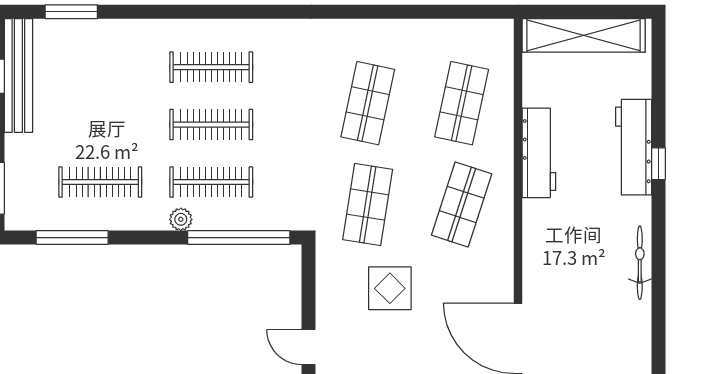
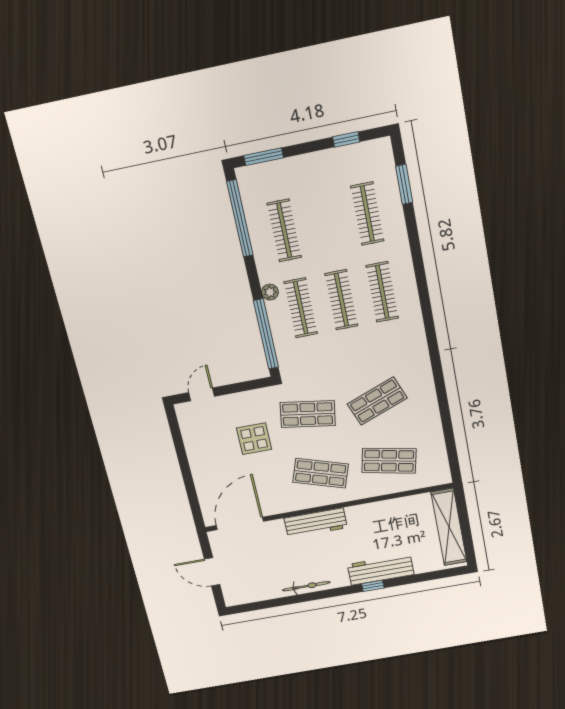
clothes rail: (100, 67) -> (367, 214), added
bench: (18, 76) -> (350, 155), removed
shop shelf: (368, 103) -> (377, 401), turned -33
workbench: (539, 153) -> (316, 523), moved
window: (72, 238) -> (240, 218), width x1.46

